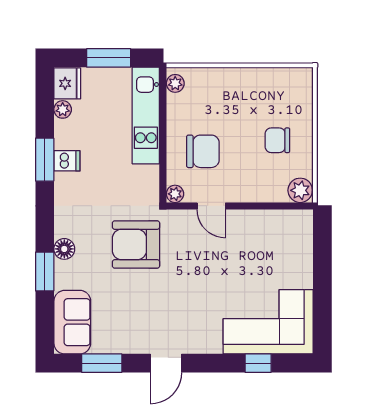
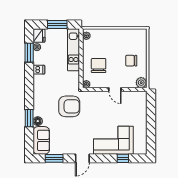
chair: (203, 151) -> (99, 65), turned -90
window: (45, 160) -> (29, 53), moved
door: (211, 206) -> (115, 89), moved
armchair: (136, 244) -> (69, 106), turned 180
floor lamp: (64, 249) -> (38, 121), moved
corner sofa: (268, 322) -> (113, 140), moved

